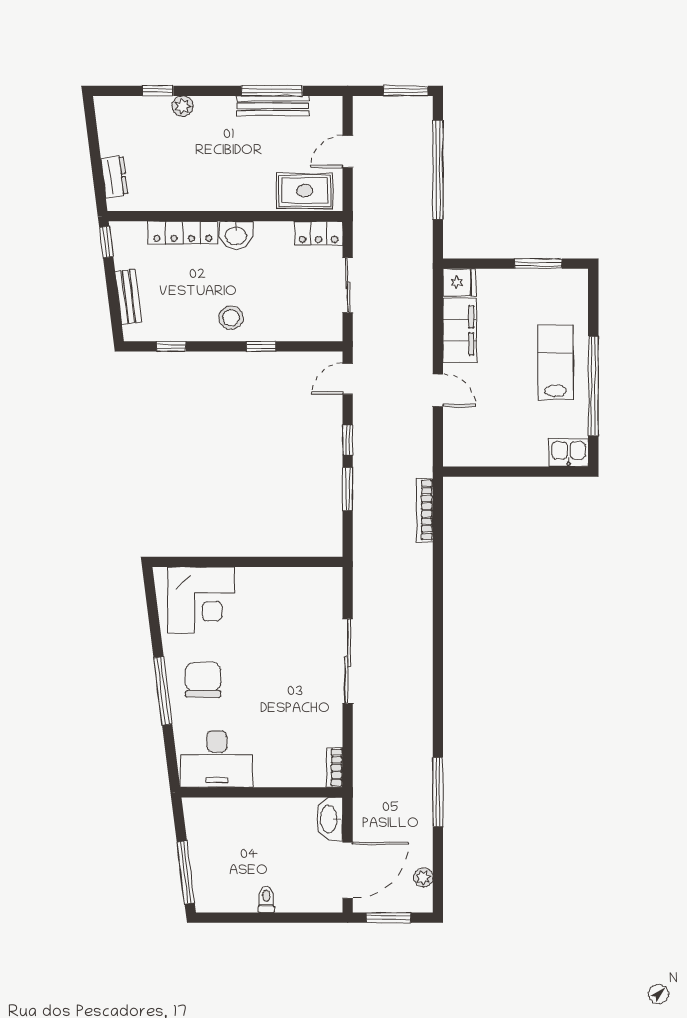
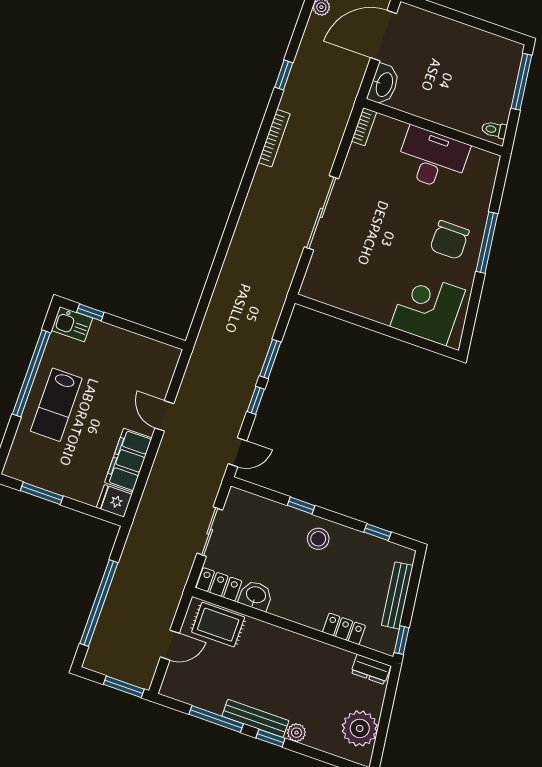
window: (158, 91) -> (271, 738), moved
window: (406, 91) -> (124, 687), moved
bench: (273, 106) -> (255, 718), moved
plant: (118, 134) -> (360, 728), added
dresser: (114, 176) -> (371, 669), moved, turned -83
locker: (183, 233) -> (344, 629), width x0.66
washbasin: (236, 235) -> (256, 595), moved
bench: (128, 297) -> (397, 595), width x1.36
window: (554, 472) -> (90, 312), added
bookcase: (425, 510) -> (274, 138), moved
desk: (217, 759) -> (432, 159), moved
window: (438, 792) -> (284, 75), width x0.46
toilet: (266, 899) -> (494, 130), moved, turned 83

